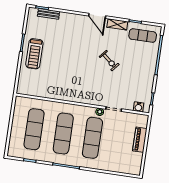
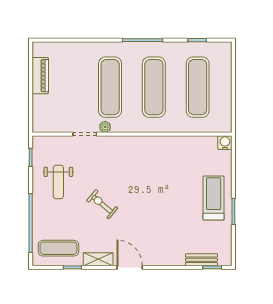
weight bench: (136, 80) -> (58, 182), added
water cooler: (139, 107) -> (225, 143), moved
piano: (140, 140) -> (40, 76), moved

